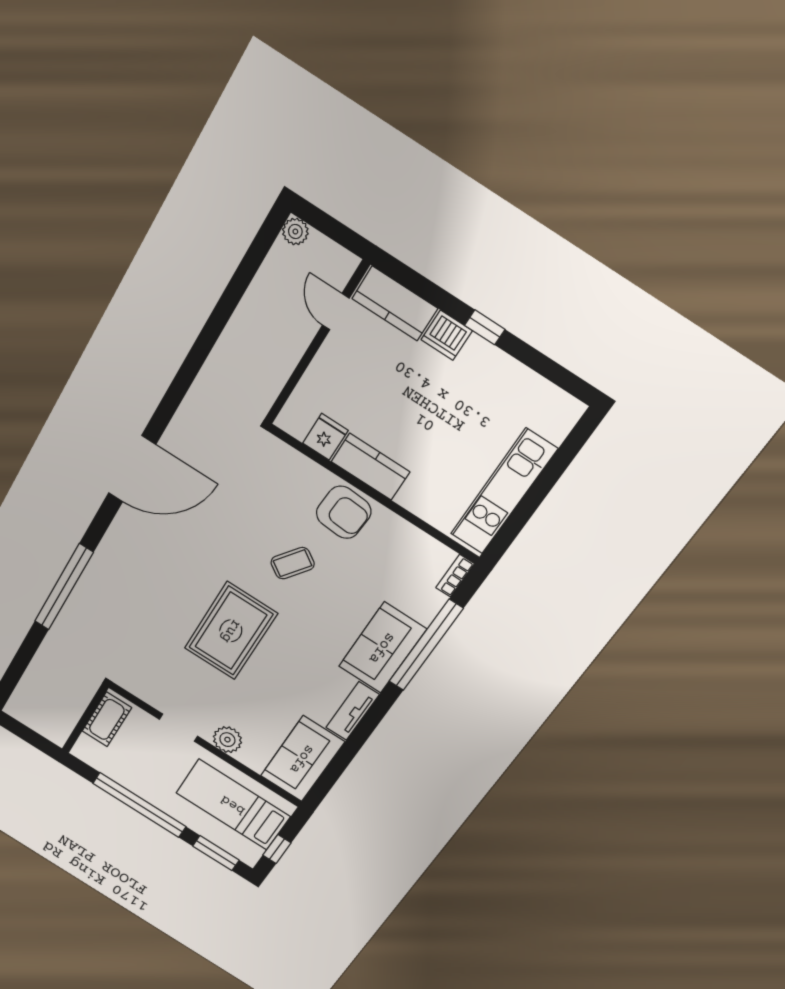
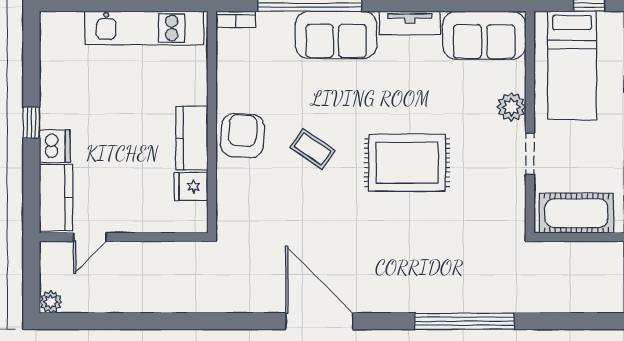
cot: (107, 719) -> (576, 213), width x1.37, depth x1.34

